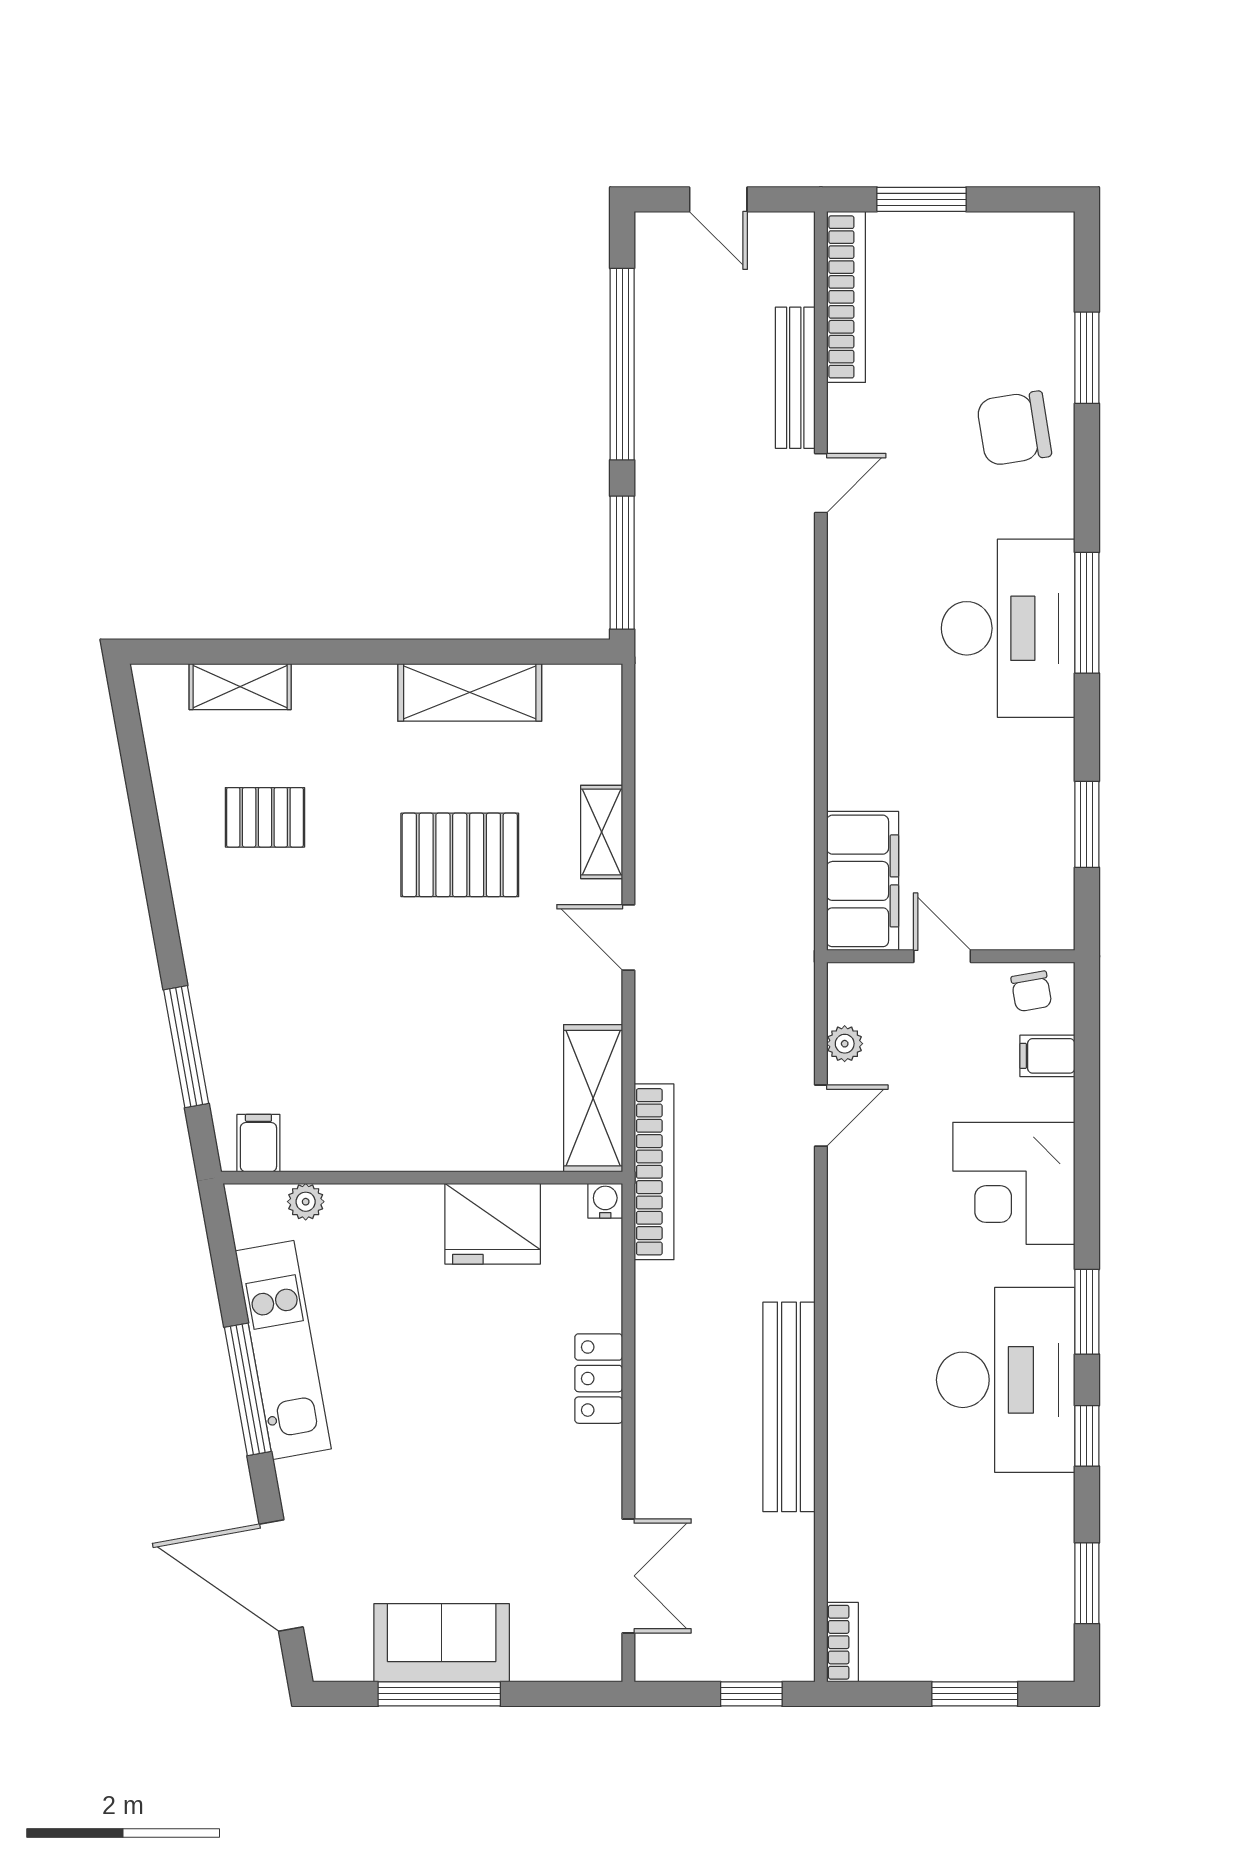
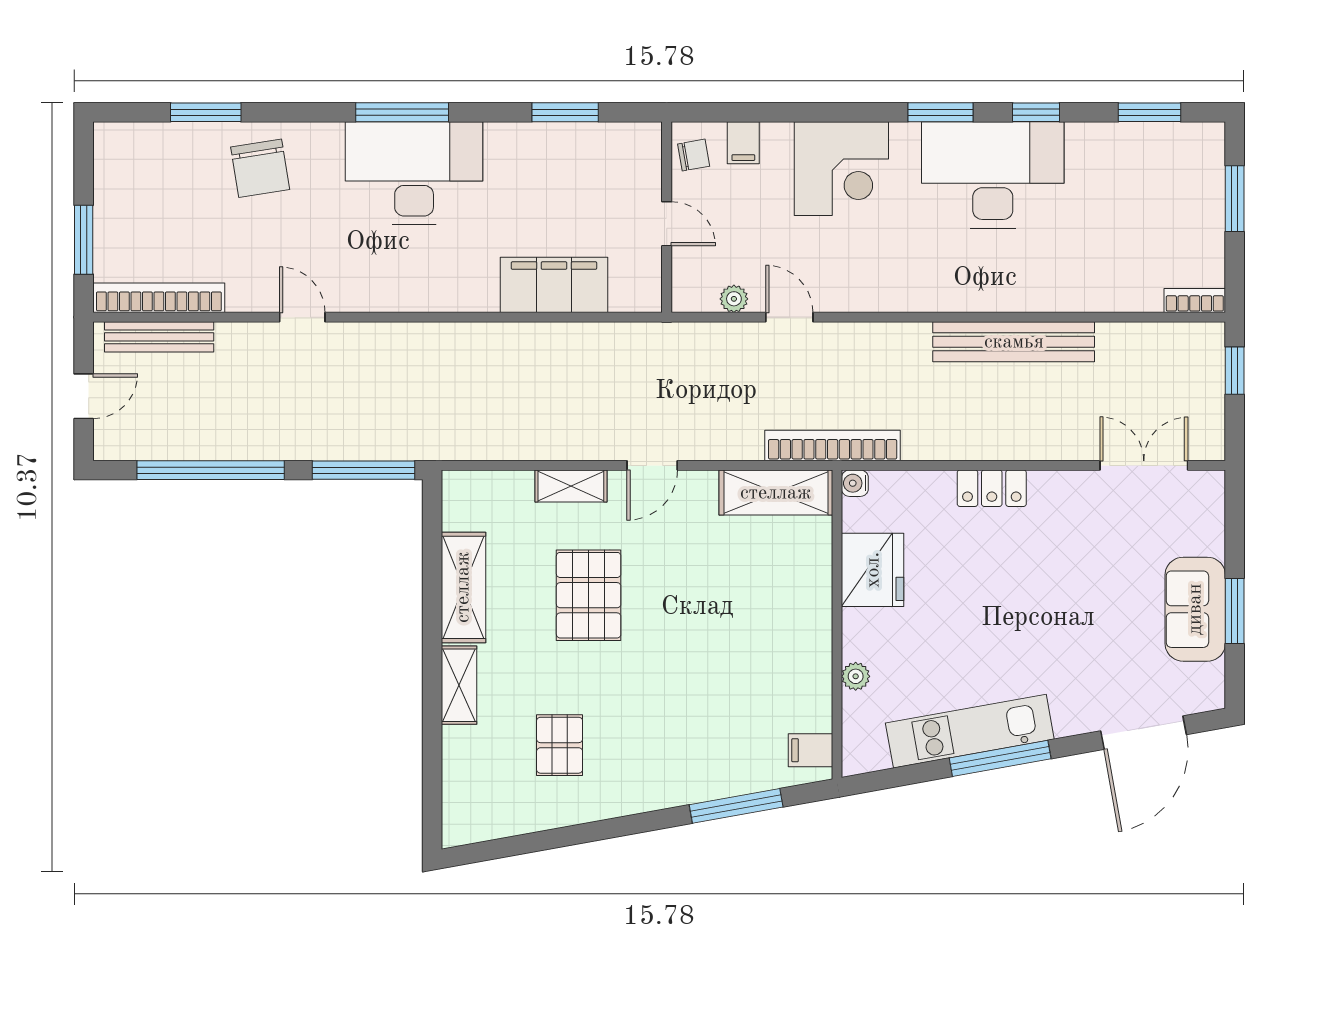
bench: (795, 378) -> (159, 337), moved
shelving: (240, 687) -> (459, 685), moved
filing cabinet: (863, 881) -> (554, 285), moved
door: (942, 956) -> (667, 224), swing flipped
plant: (306, 1202) -> (856, 676), moved
window: (439, 1694) -> (1235, 611), width x0.69

